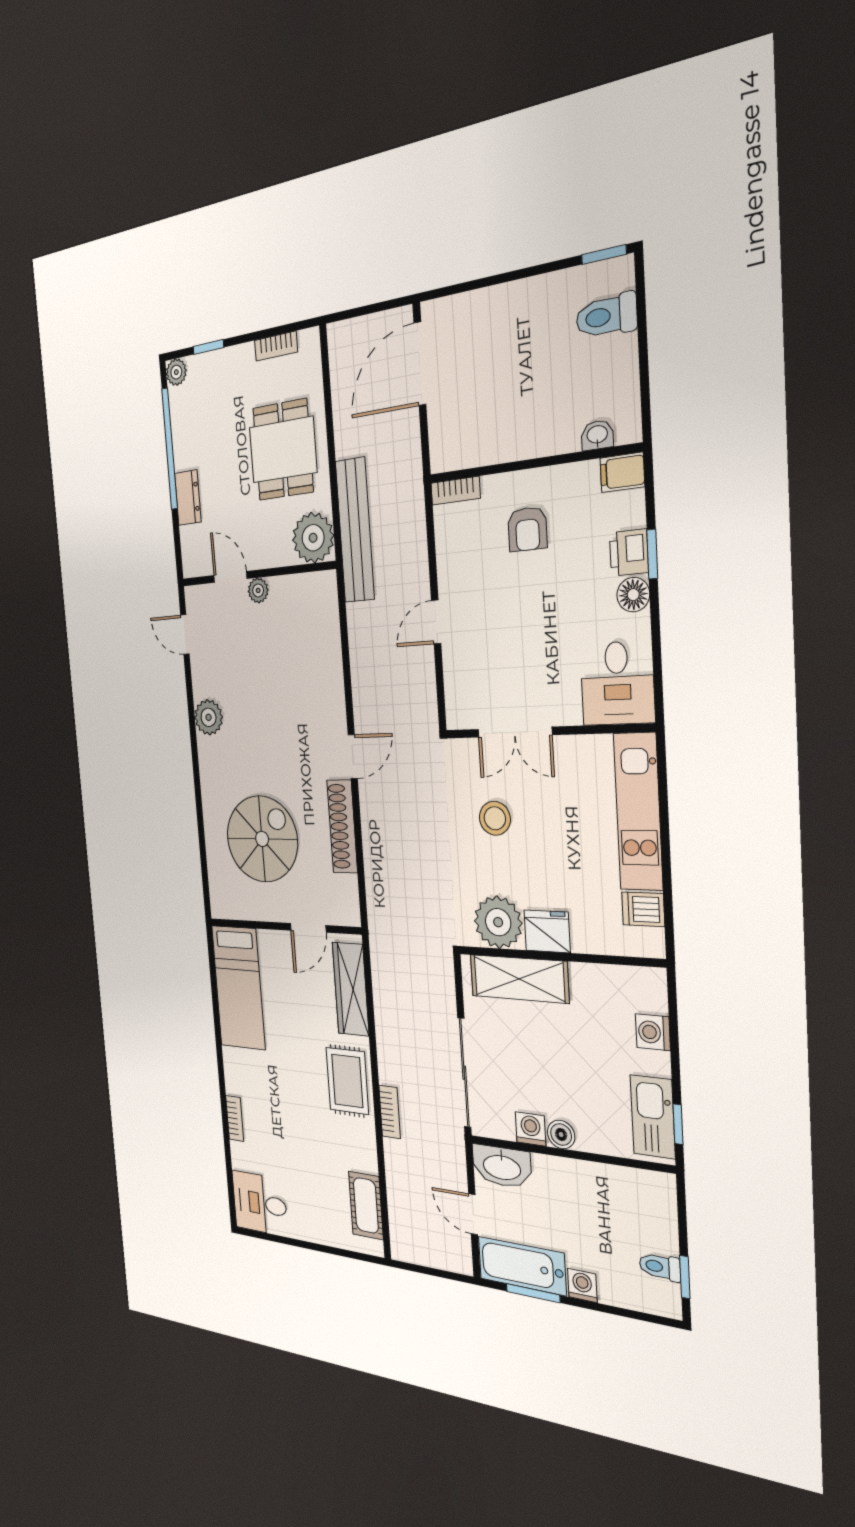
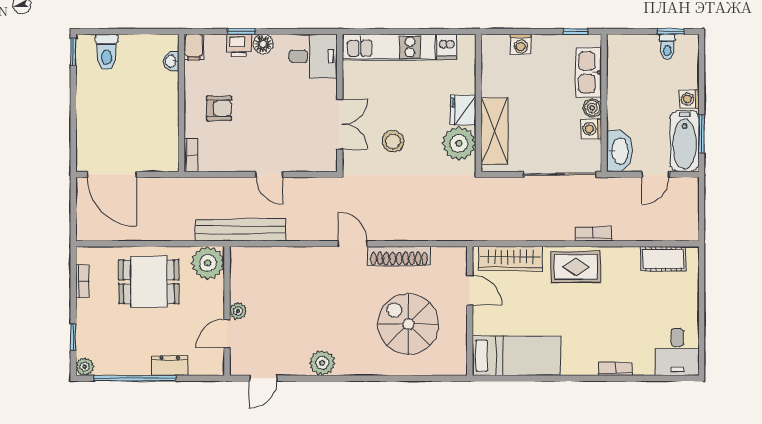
bench: (355, 530) -> (240, 230), moved
kitchen sink: (653, 1117) -> (589, 72), moved, turned 90

